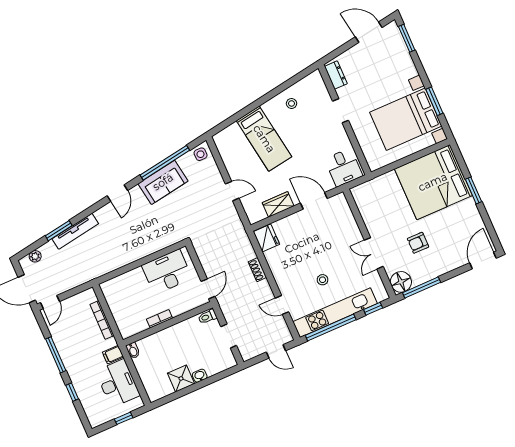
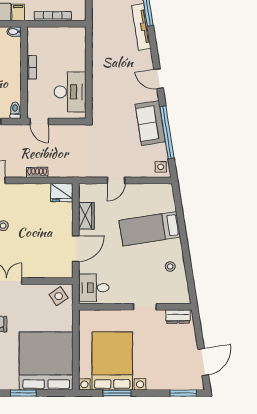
side table: (366, 197) -> (59, 296), added

